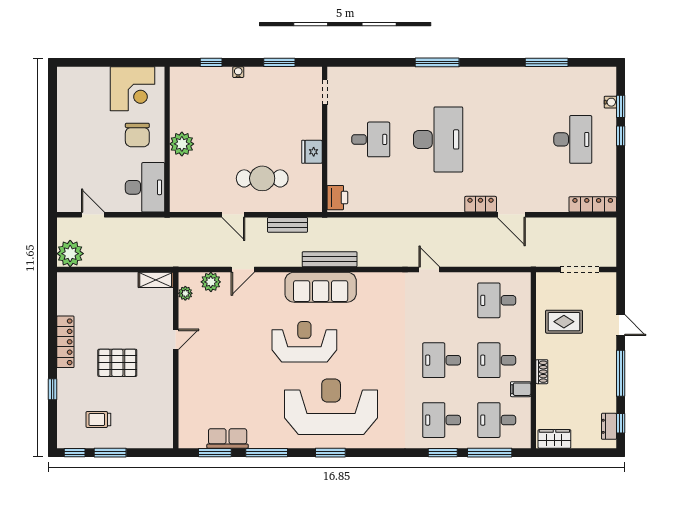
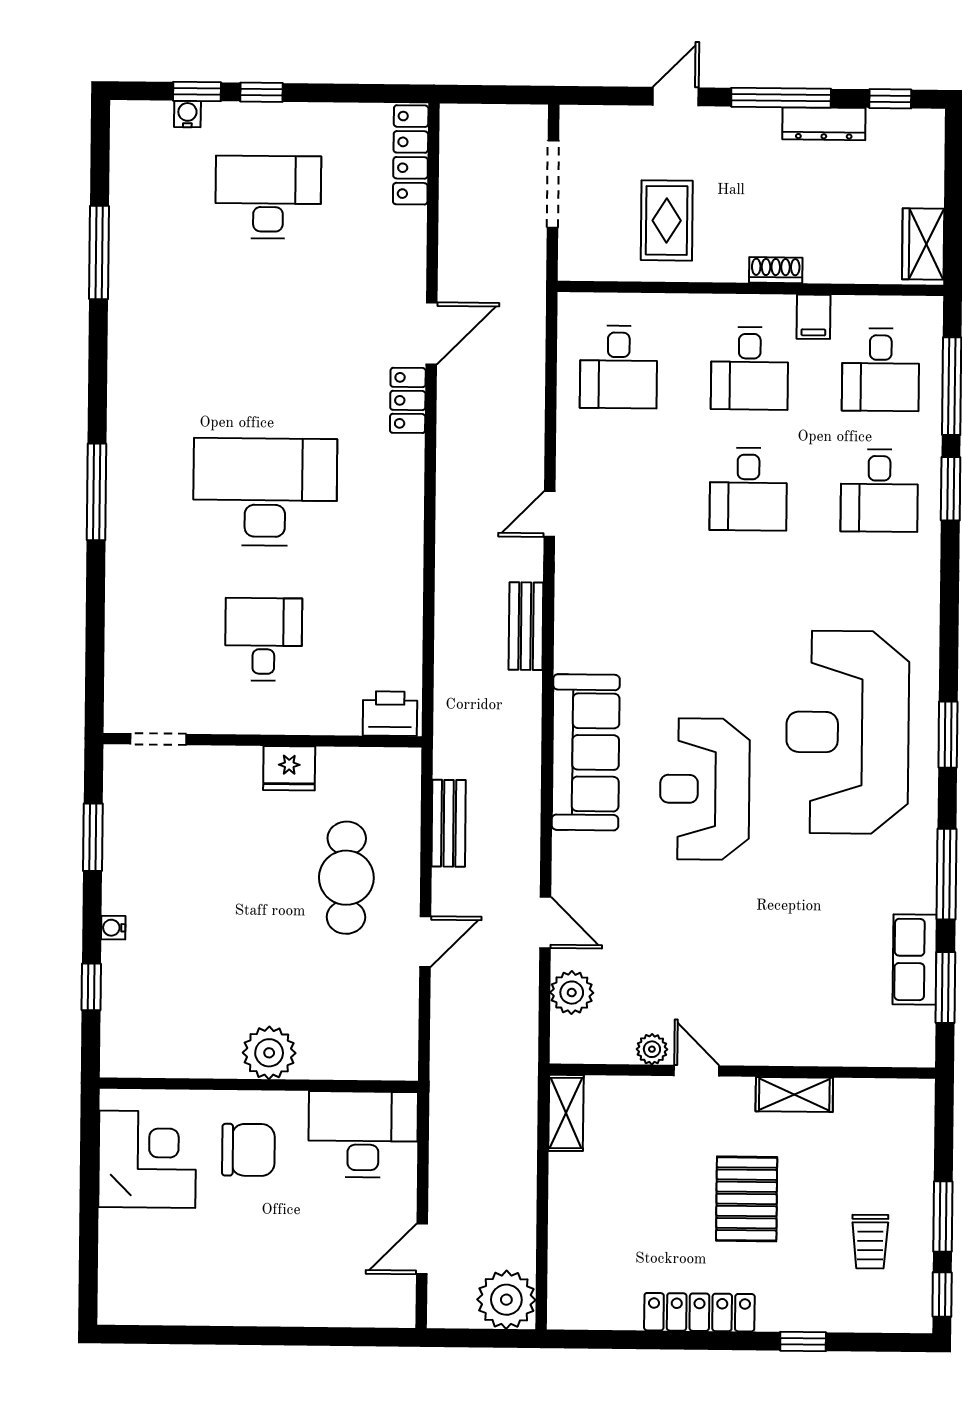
bench: (330, 259) -> (526, 626), moved, width x0.73
plant: (185, 293) -> (652, 1049), moved
shelving: (165, 384) -> (794, 1095), added
dresser: (609, 426) -> (824, 124), moved, width x1.44

